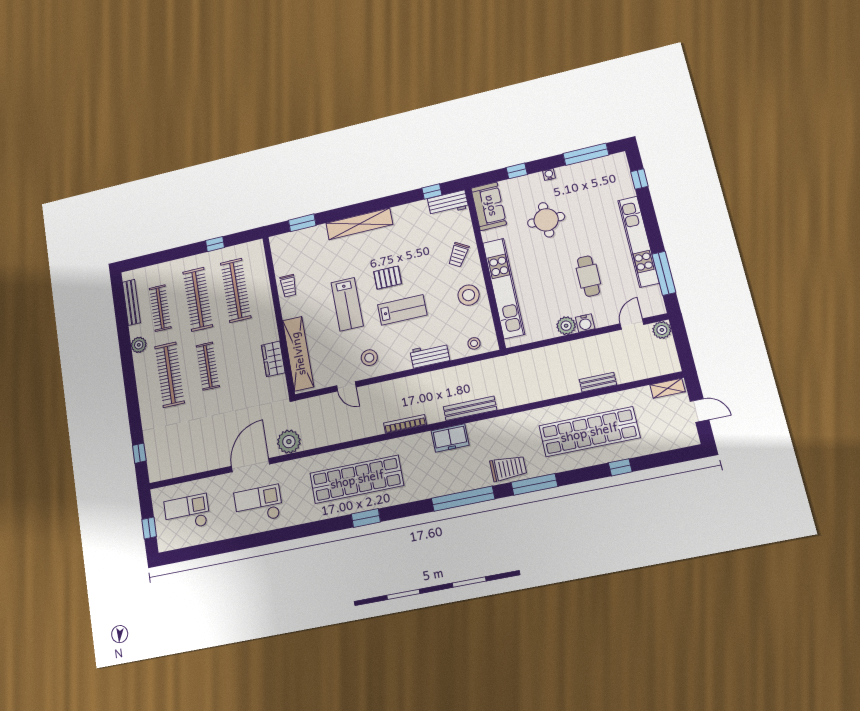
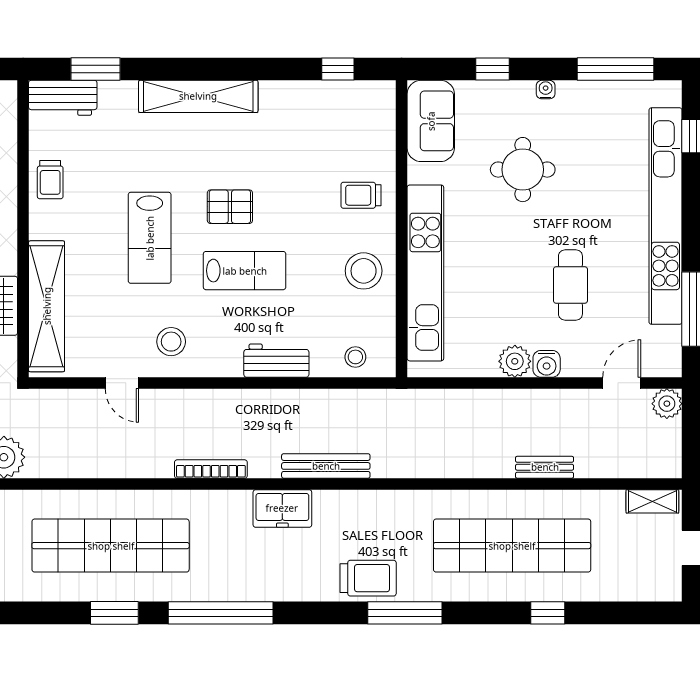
workbench: (448, 203) -> (63, 98), moved
kitchen unit: (638, 241) -> (665, 216), width x1.36
trolley: (458, 255) -> (361, 195), turned 59
window: (463, 499) -> (221, 613), moved

